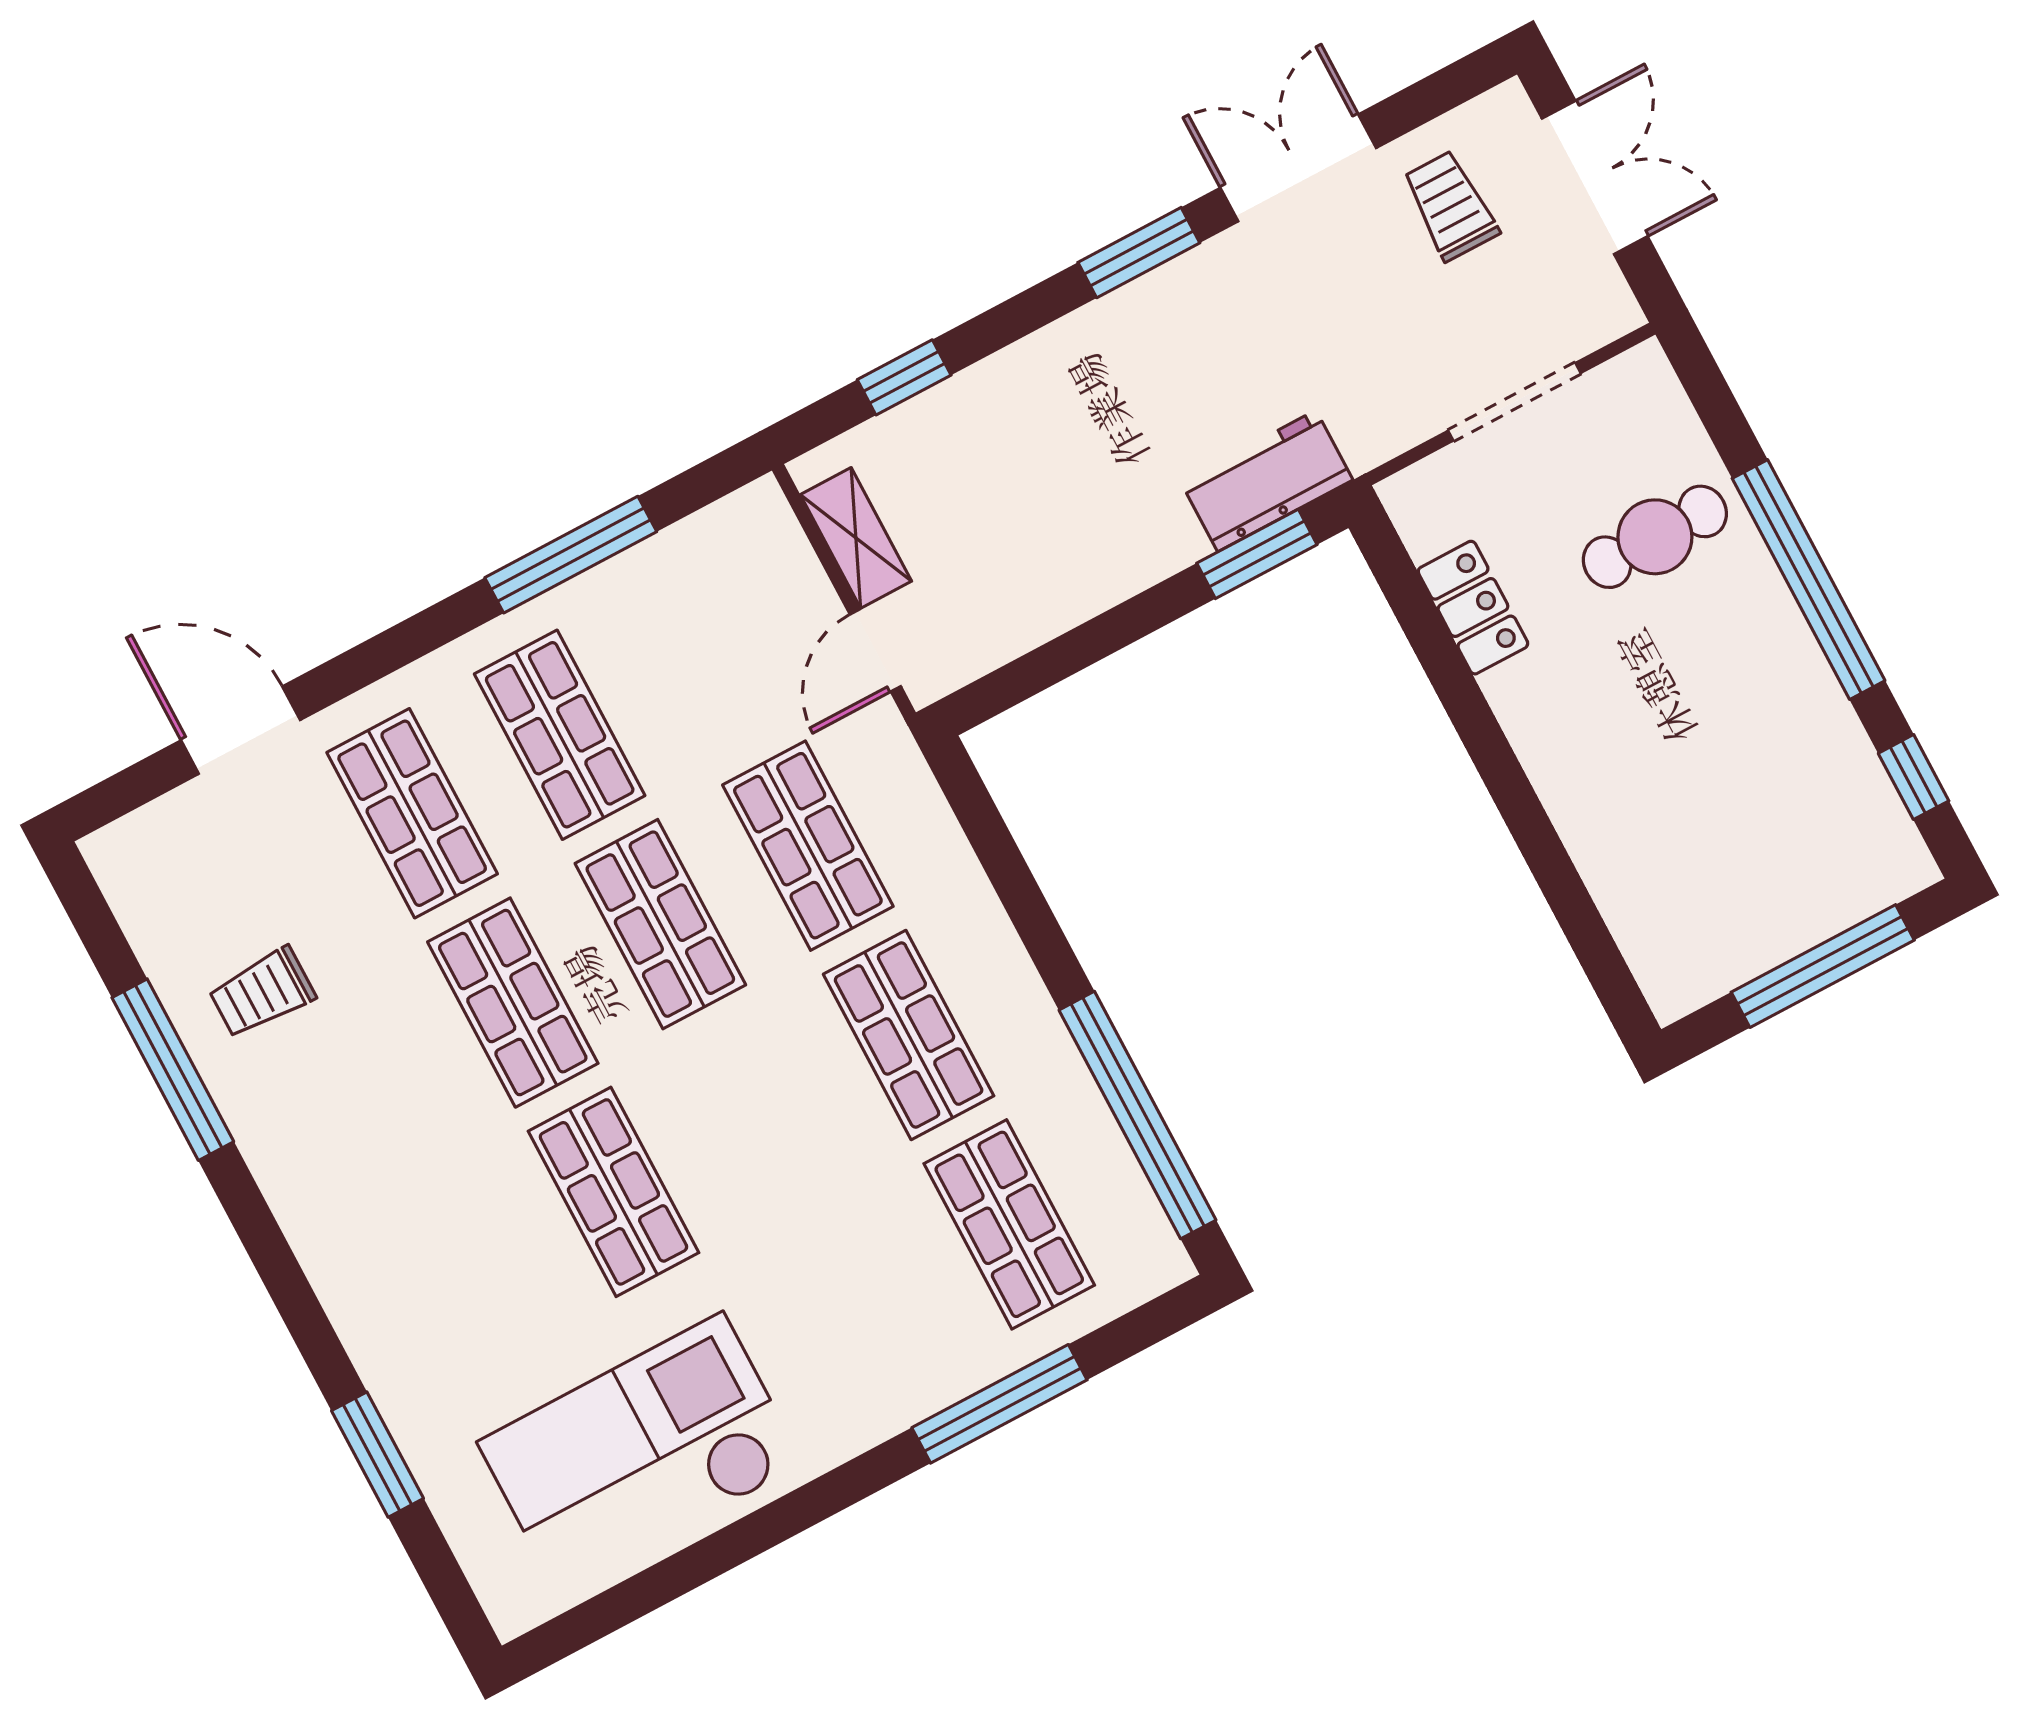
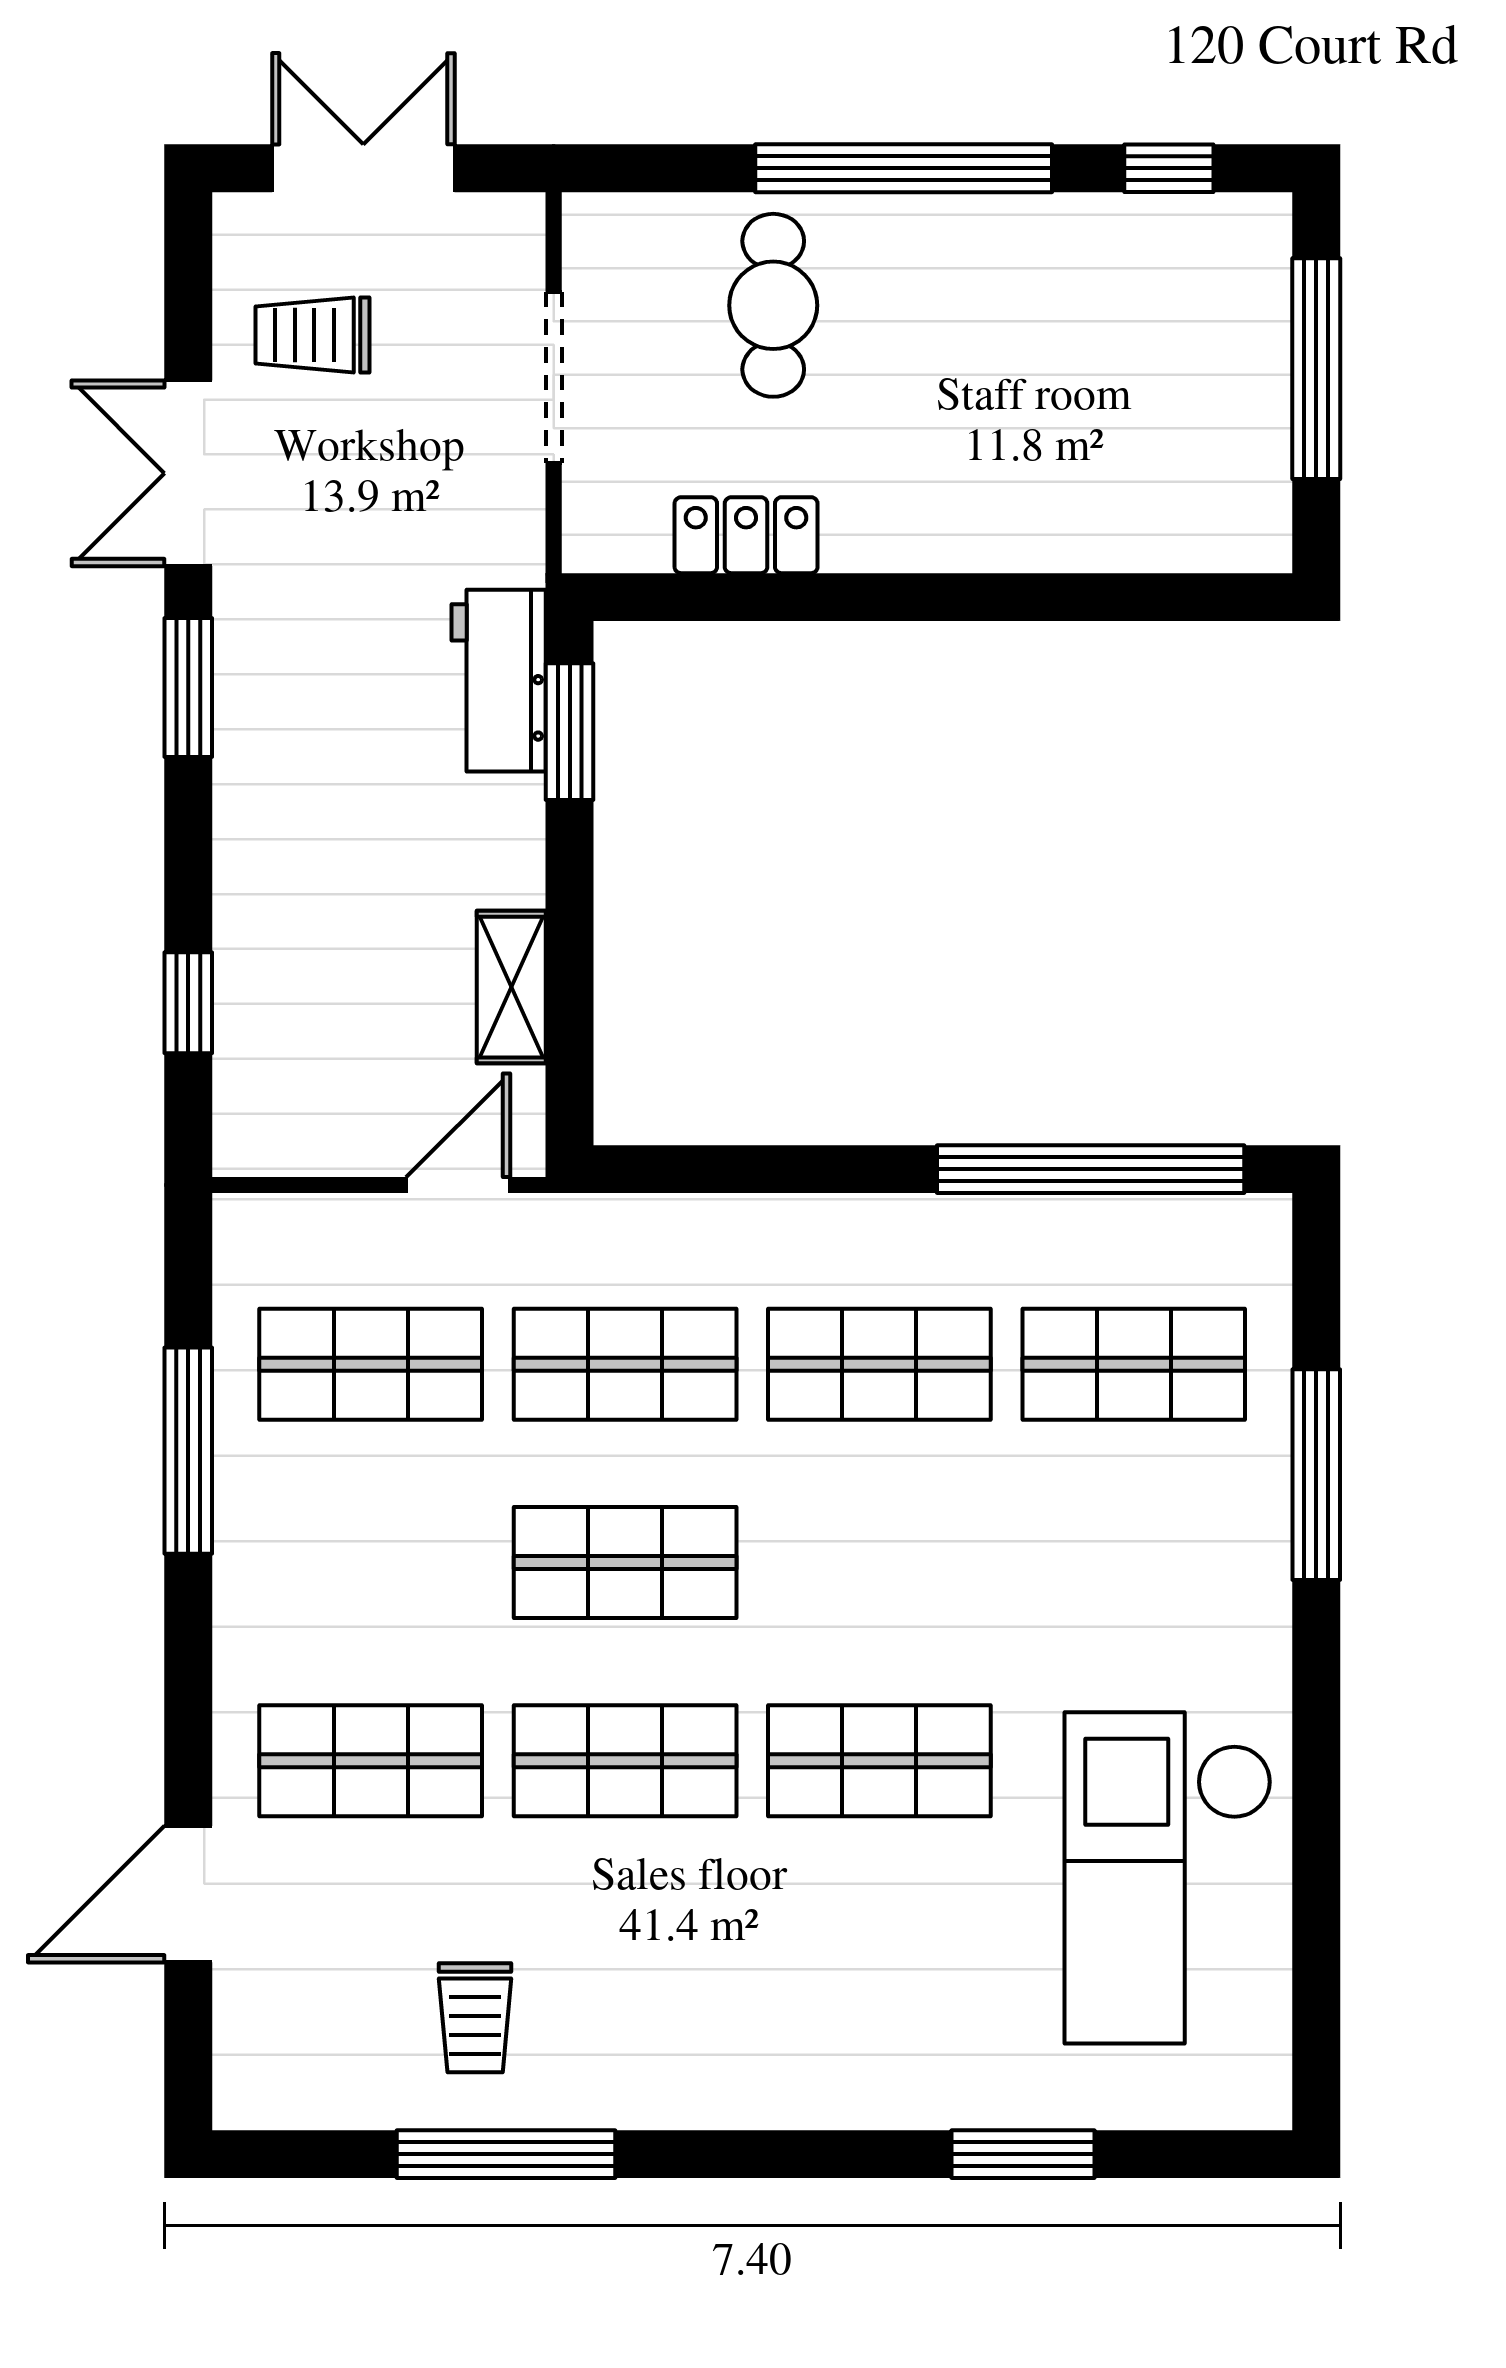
shelving: (856, 538) -> (511, 987), moved, turned 90
door: (875, 650) -> (458, 1185), swing flipped
shop shelf: (560, 735) -> (371, 1364), moved

